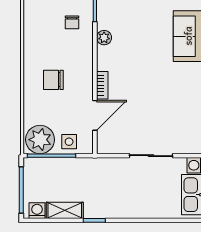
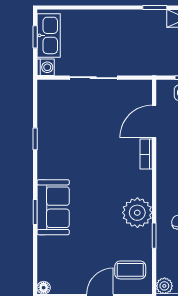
plant: (104, 38) -> (137, 213), width x1.88, depth x1.88

